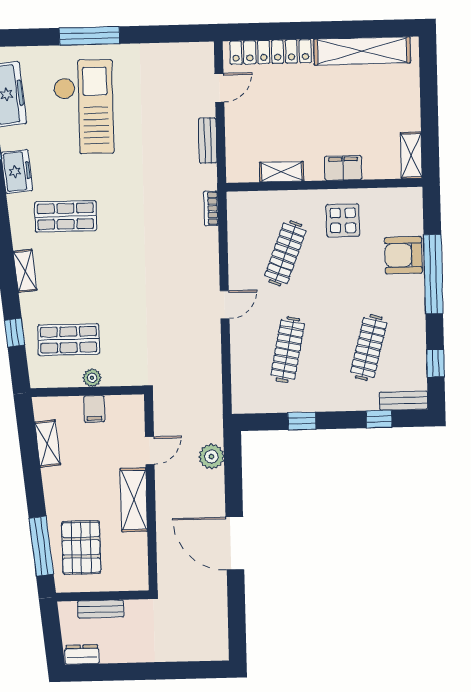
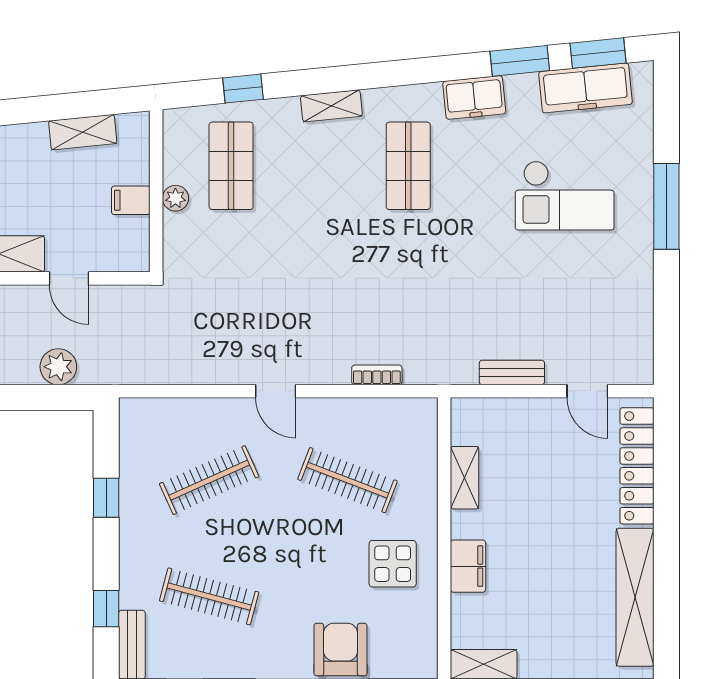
checkout: (84, 107) -> (565, 196), width x0.73, depth x0.83
bookcase: (211, 208) -> (377, 375), moved
clothes rail: (288, 350) -> (209, 480), turned -36

